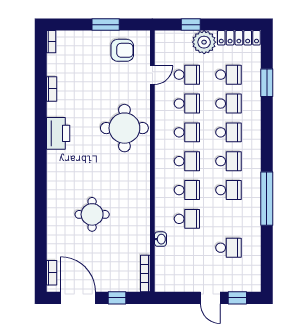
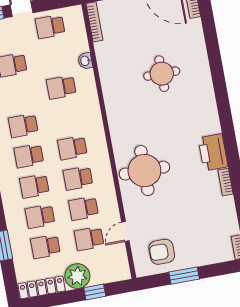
bookcase: (52, 89) -> (226, 182), moved
school desk: (187, 190) -> (50, 27), moved

